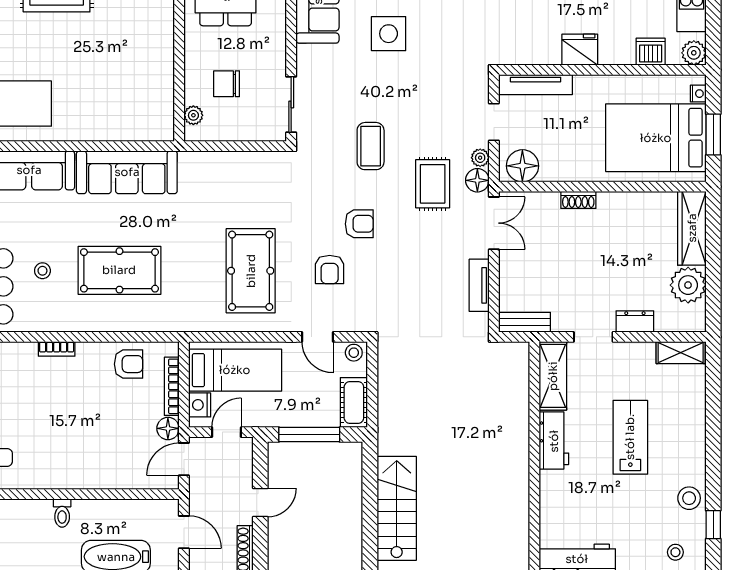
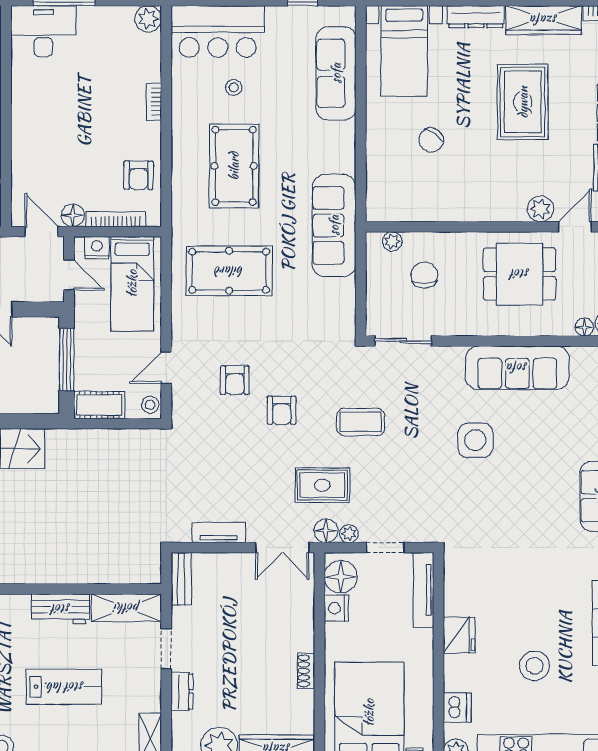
chair: (94, 77) -> (431, 140), added
nightstand: (553, 170) -> (336, 608), added
sofa: (127, 172) -> (334, 225), moved
shoe rack: (578, 200) -> (306, 671), moved
armchair: (330, 270) -> (235, 380), turned -90
pool table: (251, 271) -> (229, 271), moved

